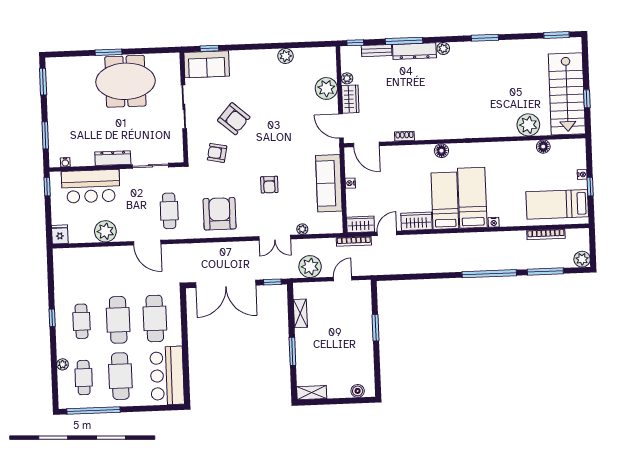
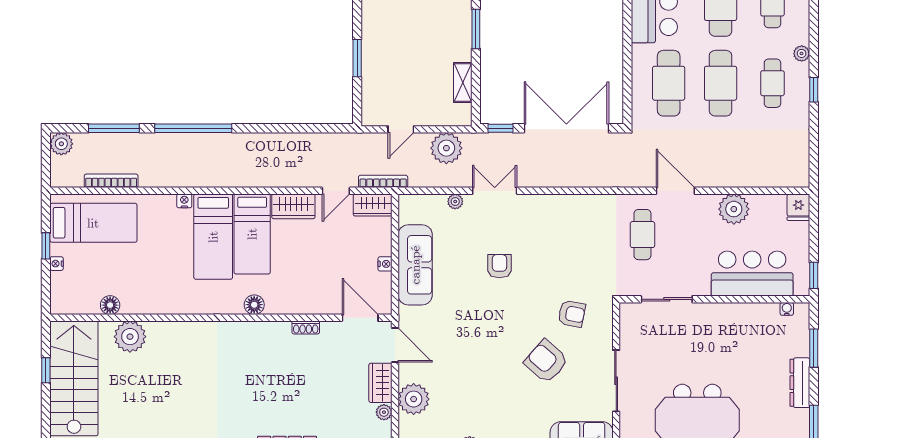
dresser: (113, 158) -> (800, 383), moved, turned 90
armchair: (220, 214) -> (571, 228), removed
plant: (63, 364) -> (802, 53), moved

